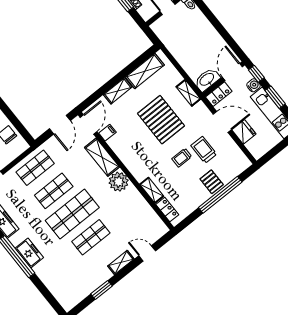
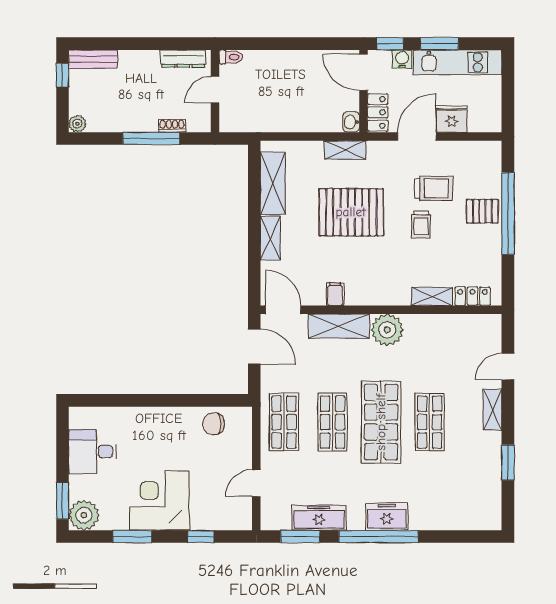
washbasin: (207, 80) -> (351, 122), width x0.52, depth x0.69
filing cabinet: (107, 133) -> (335, 294), moved
trolley: (204, 150) -> (434, 188), turned 180

